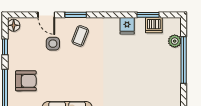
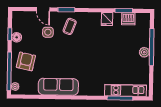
floor lamp: (14, 25) -> (17, 37), moved
plant: (175, 41) -> (144, 52), moved
armchair: (26, 81) -> (26, 61), turned -78

